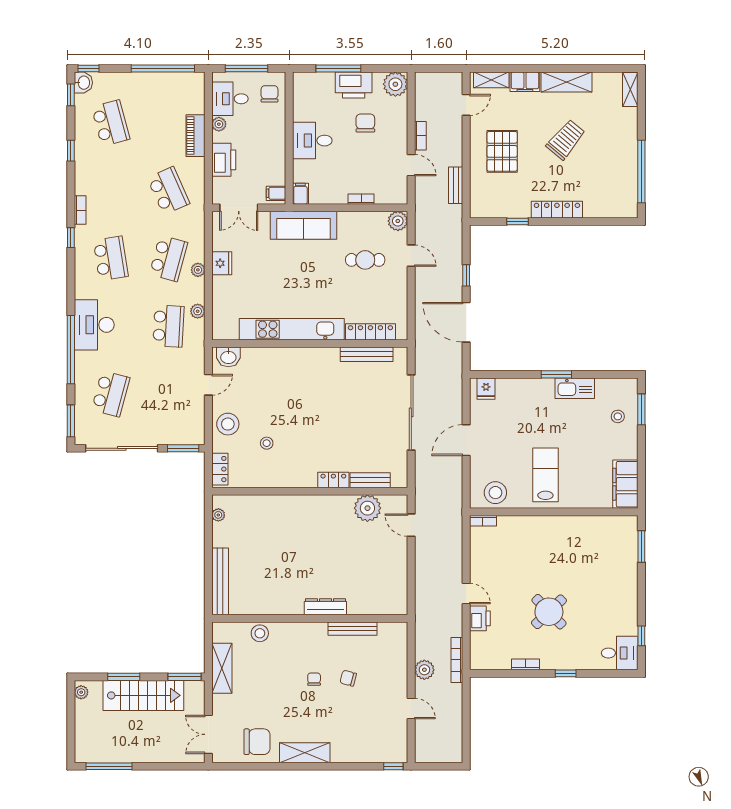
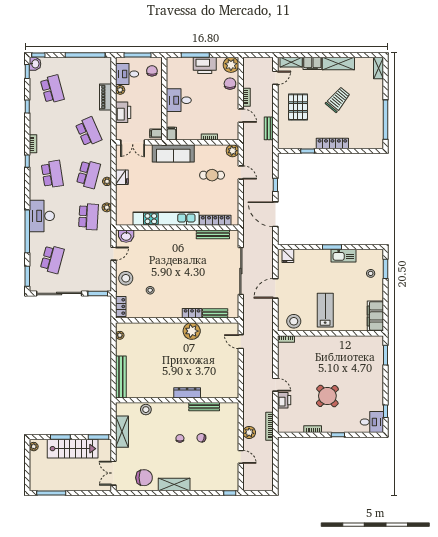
chair: (365, 123) -> (230, 84), moved
plant: (367, 508) -> (192, 331), moved

